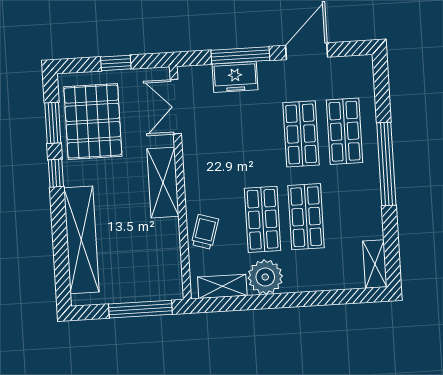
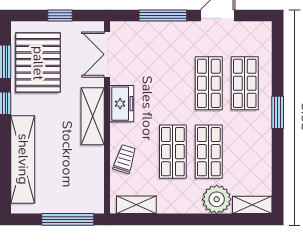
freezer: (235, 77) -> (122, 104), moved, turned -90
window: (386, 164) -> (278, 112), width x0.47
shelving: (375, 264) -> (252, 205), moved, turned 90
plant: (265, 277) -> (217, 199), moved

